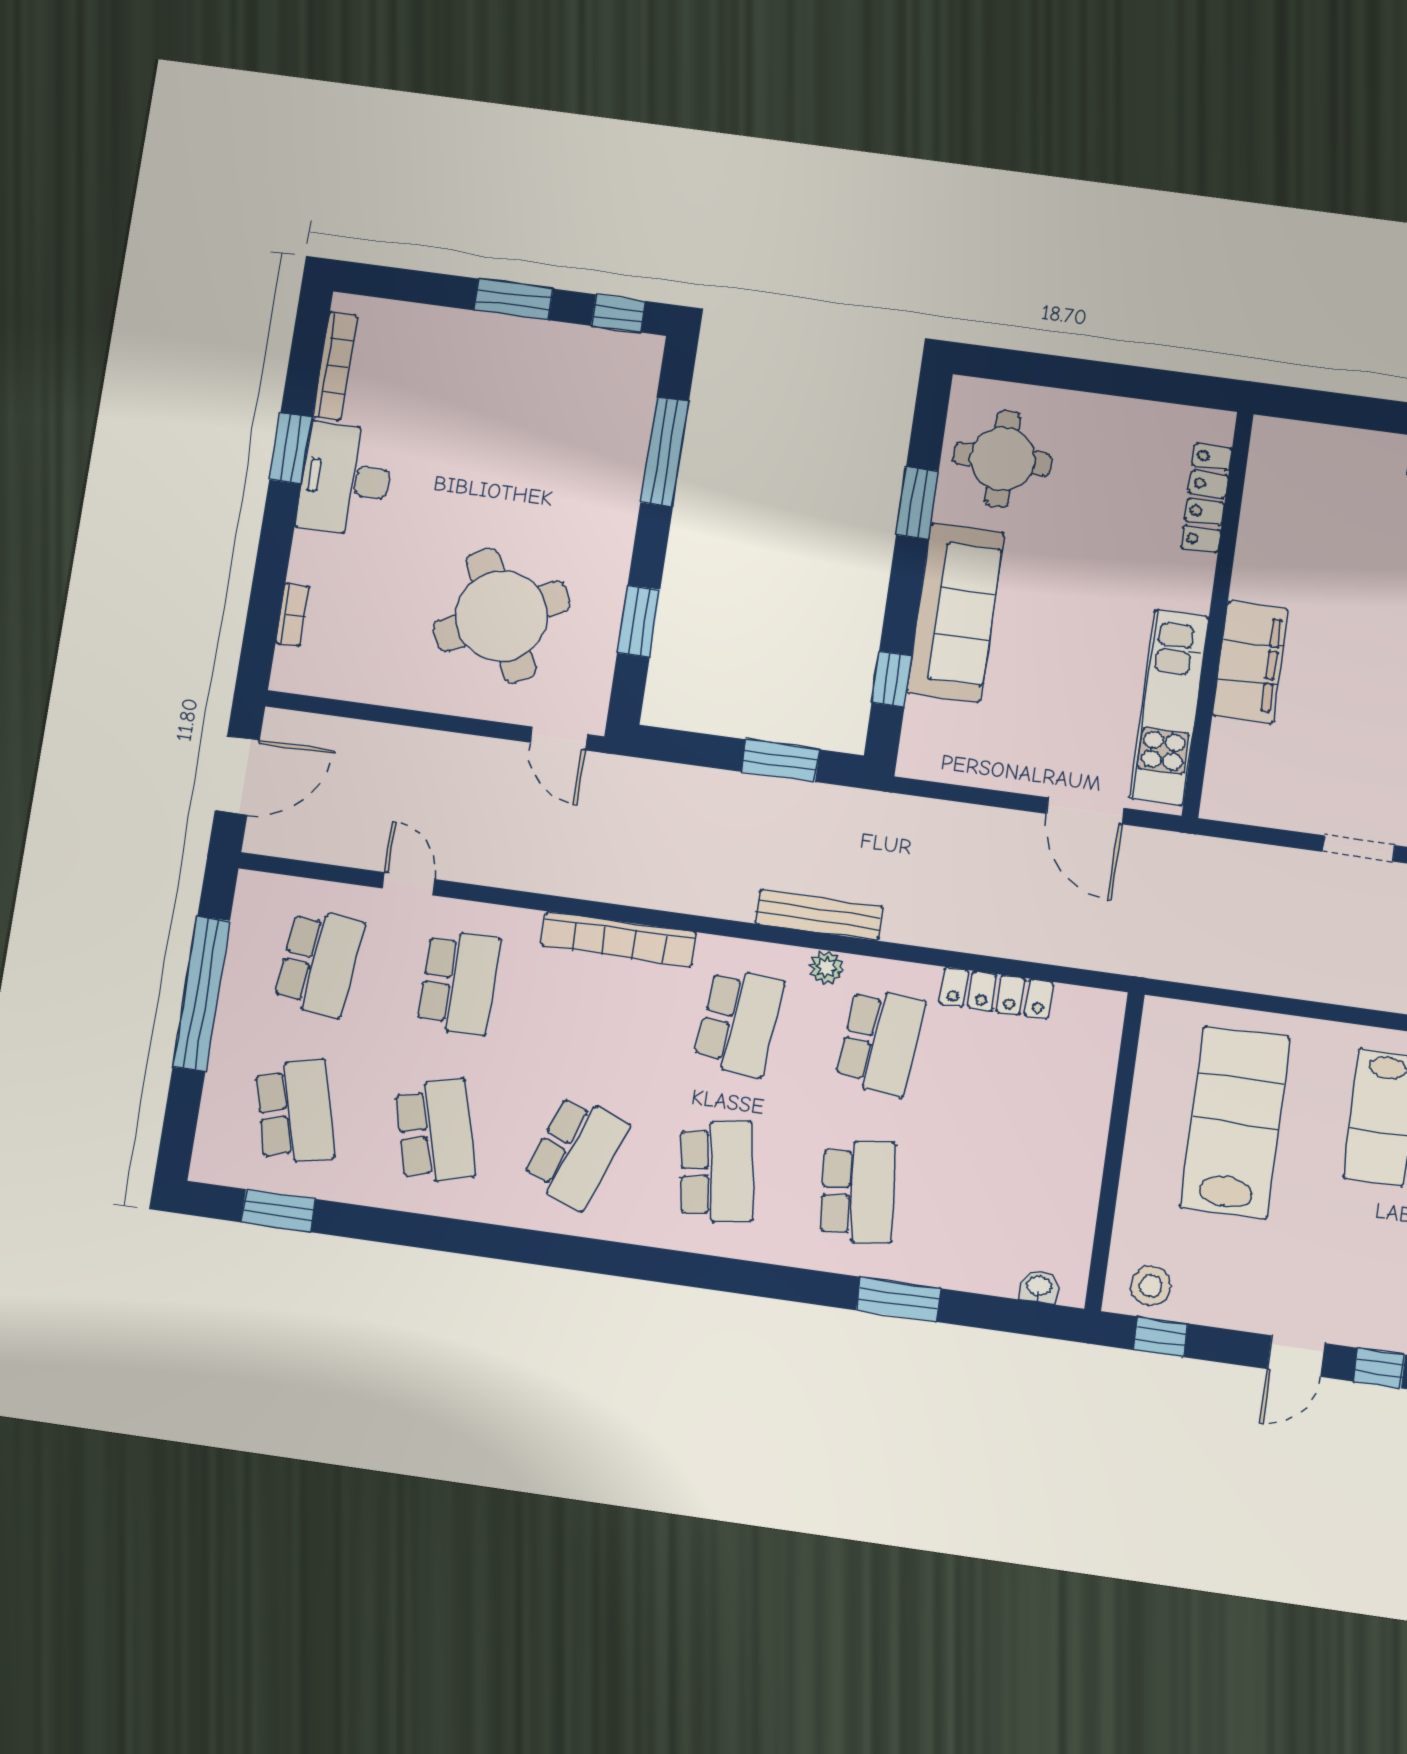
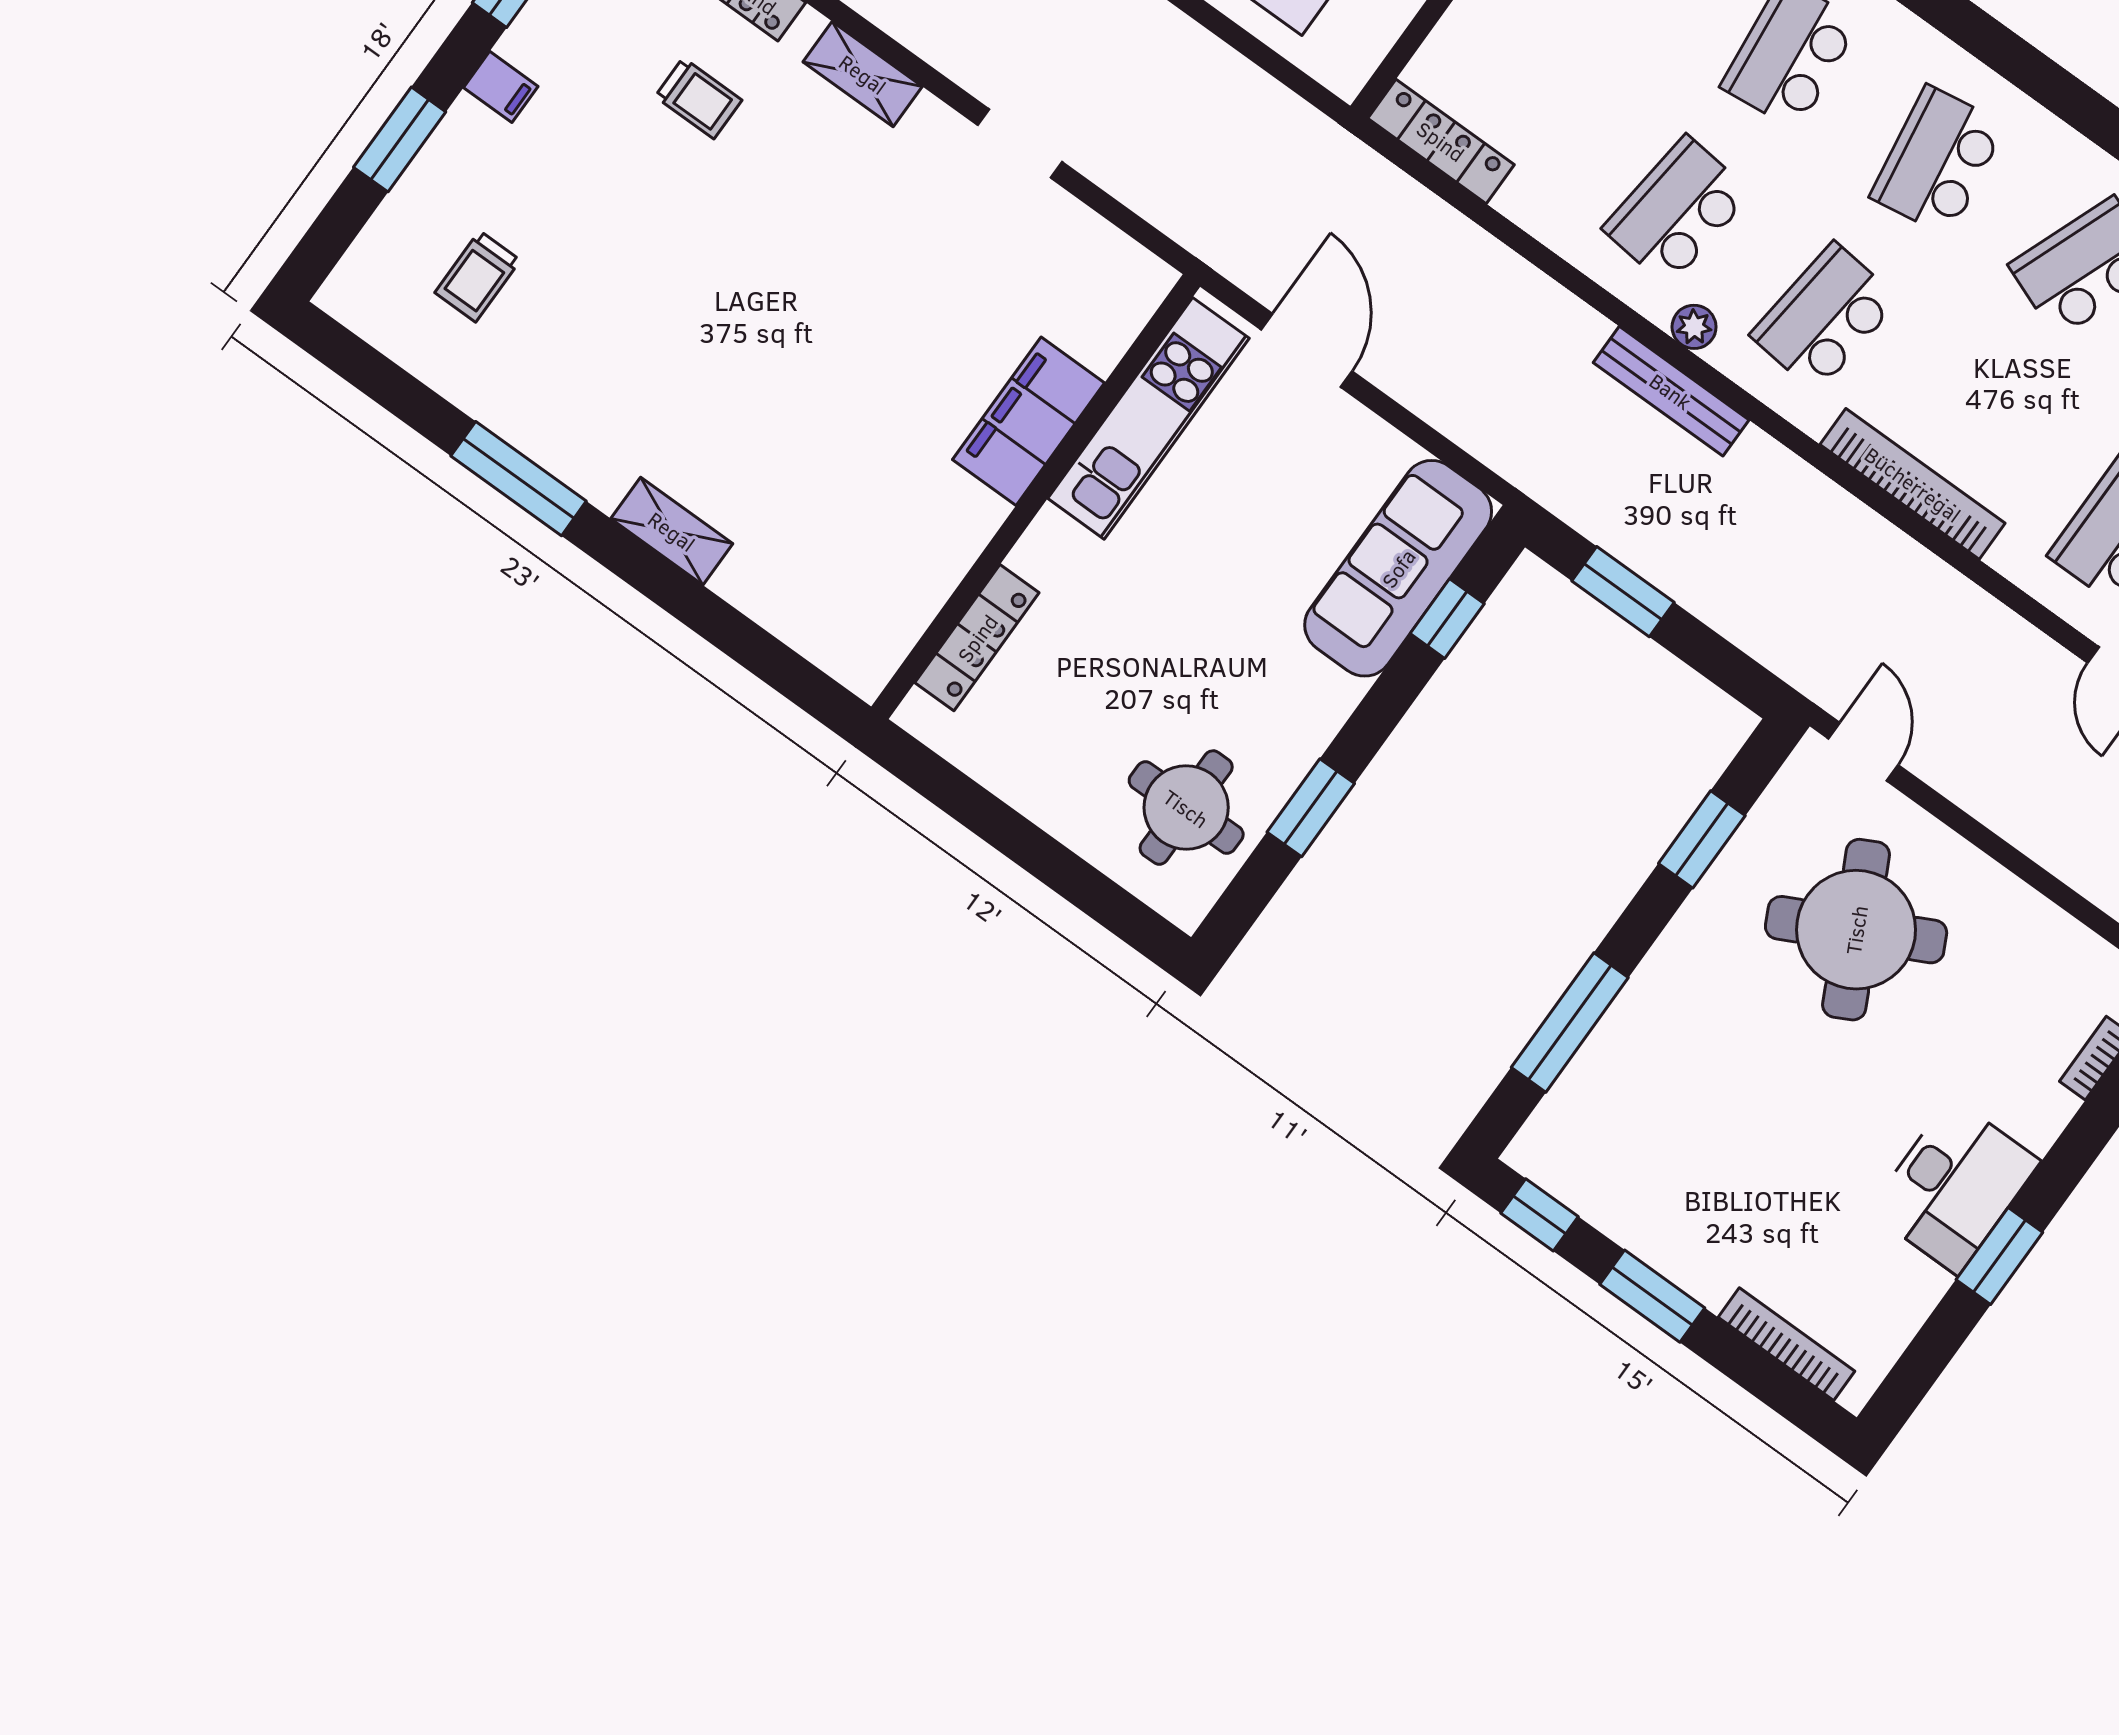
bookcase: (335, 366) -> (1786, 1344), moved, turned 90
sofa: (955, 613) -> (1398, 568), moved
locker: (997, 993) -> (1441, 141), moved

